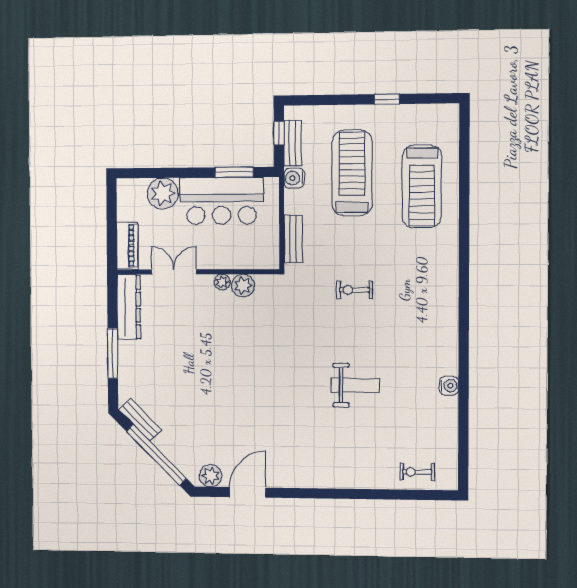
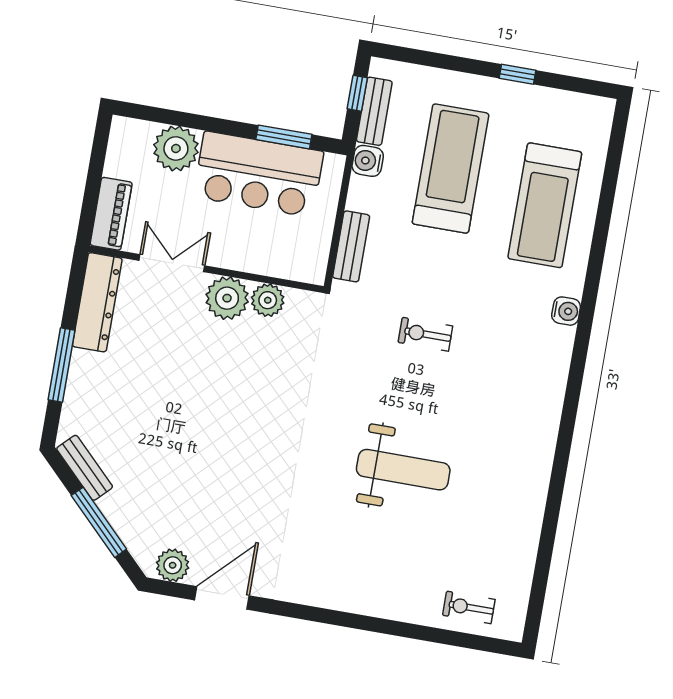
plant: (222, 282) -> (227, 298), width x1.88, depth x1.88
weight bench: (356, 385) -> (403, 470), width x1.36, depth x1.33
water cooler: (449, 386) -> (566, 311), moved
window: (156, 455) -> (99, 522), width x0.68

